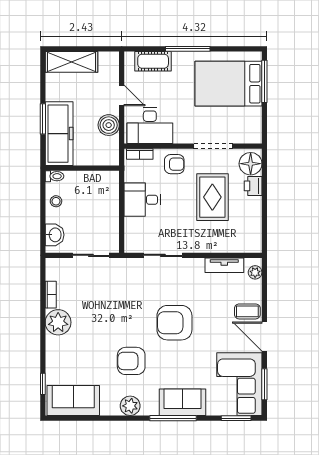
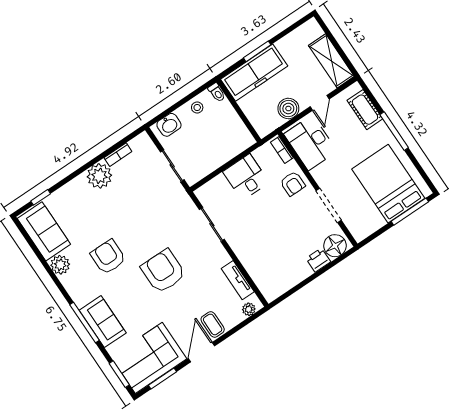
shelving: (71, 62) -> (331, 61), moved
rug: (212, 197) -> (287, 233), removed
plant: (130, 406) -> (60, 265), moved

